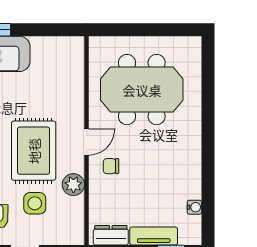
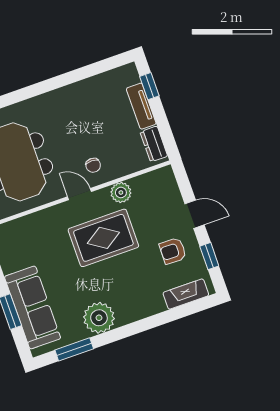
side table: (35, 203) -> (149, 221), removed
water cooler: (194, 207) -> (103, 79), removed

